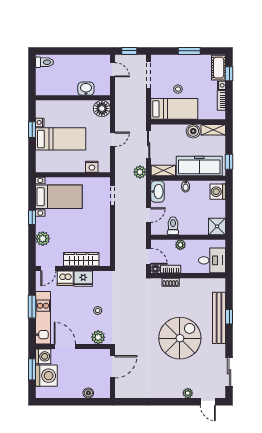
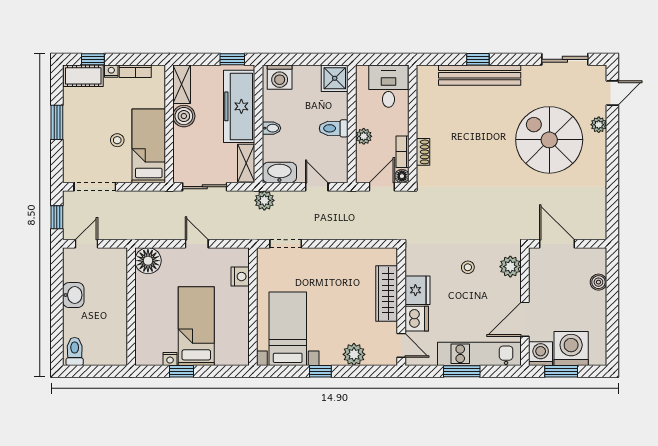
washbasin: (86, 89) -> (73, 295), moved, turned 180
plant: (140, 172) -> (264, 200), moved
toilet: (173, 226) -> (334, 128), moved
spiral stairs: (180, 338) -> (549, 140), moved

